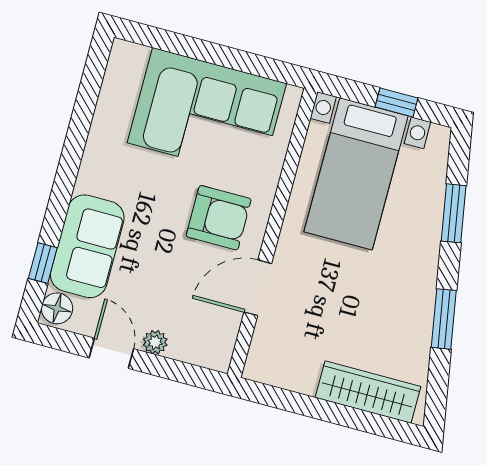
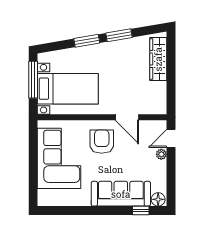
window: (396, 102) -> (33, 80), width x2.17
window: (454, 213) -> (87, 41), moved
sofa: (87, 246) -> (121, 194), width x1.36
door: (111, 353) -> (171, 138), moved

